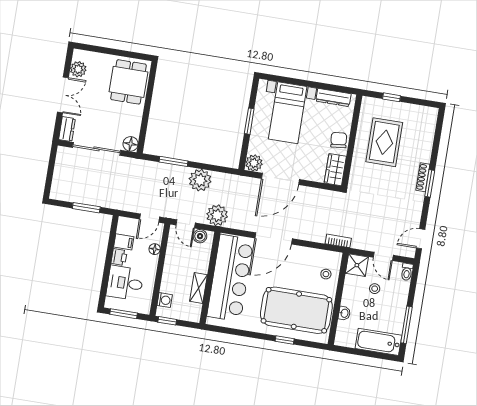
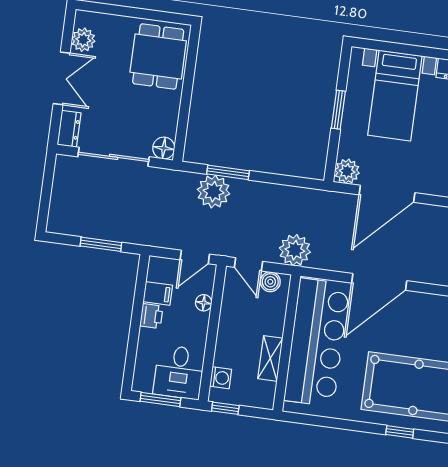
plant: (200, 180) -> (214, 192), moved
desk: (125, 283) -> (179, 372), moved, turned -90

